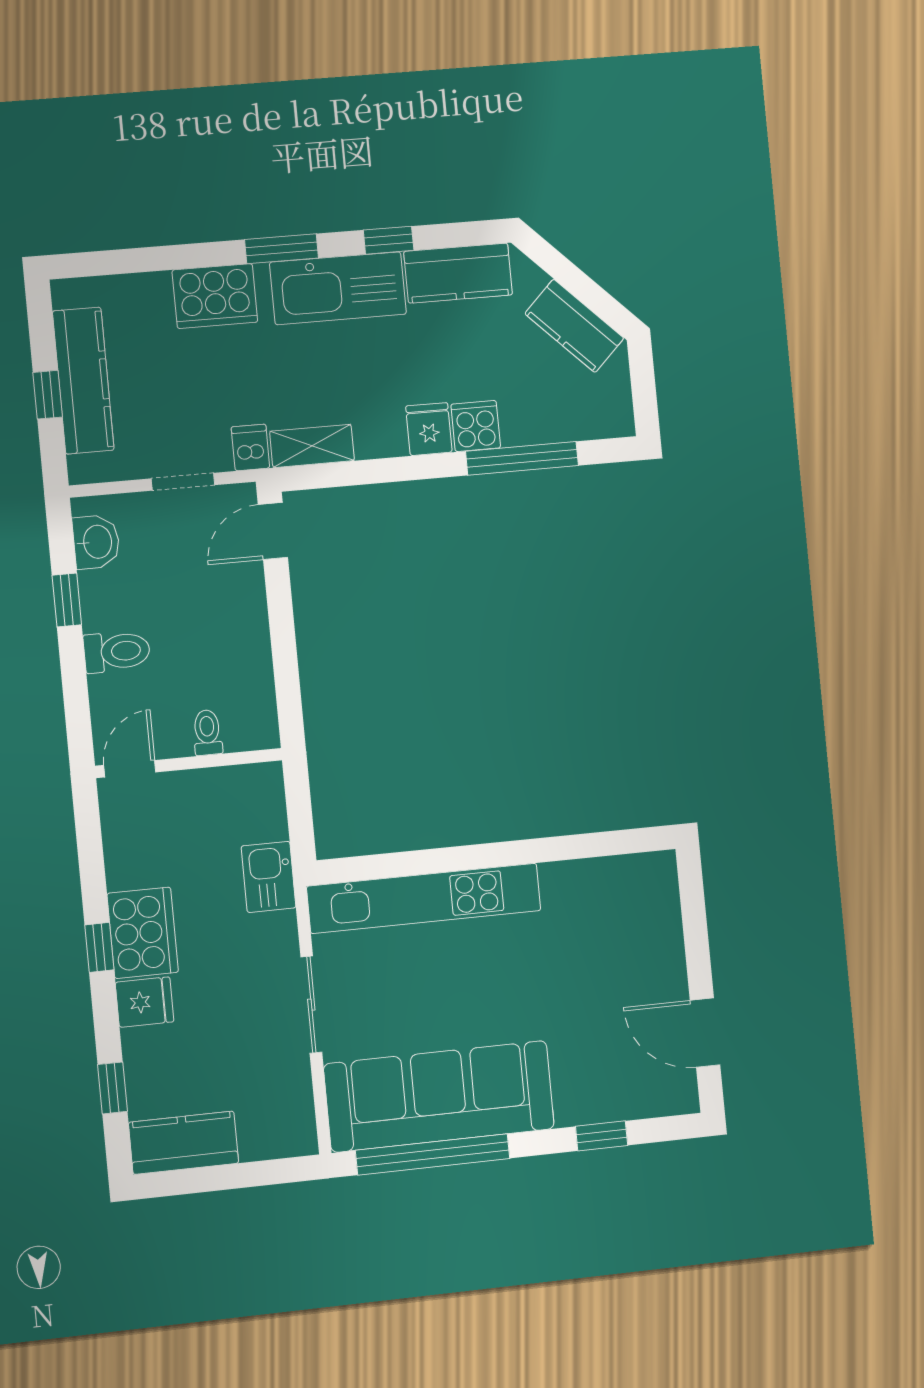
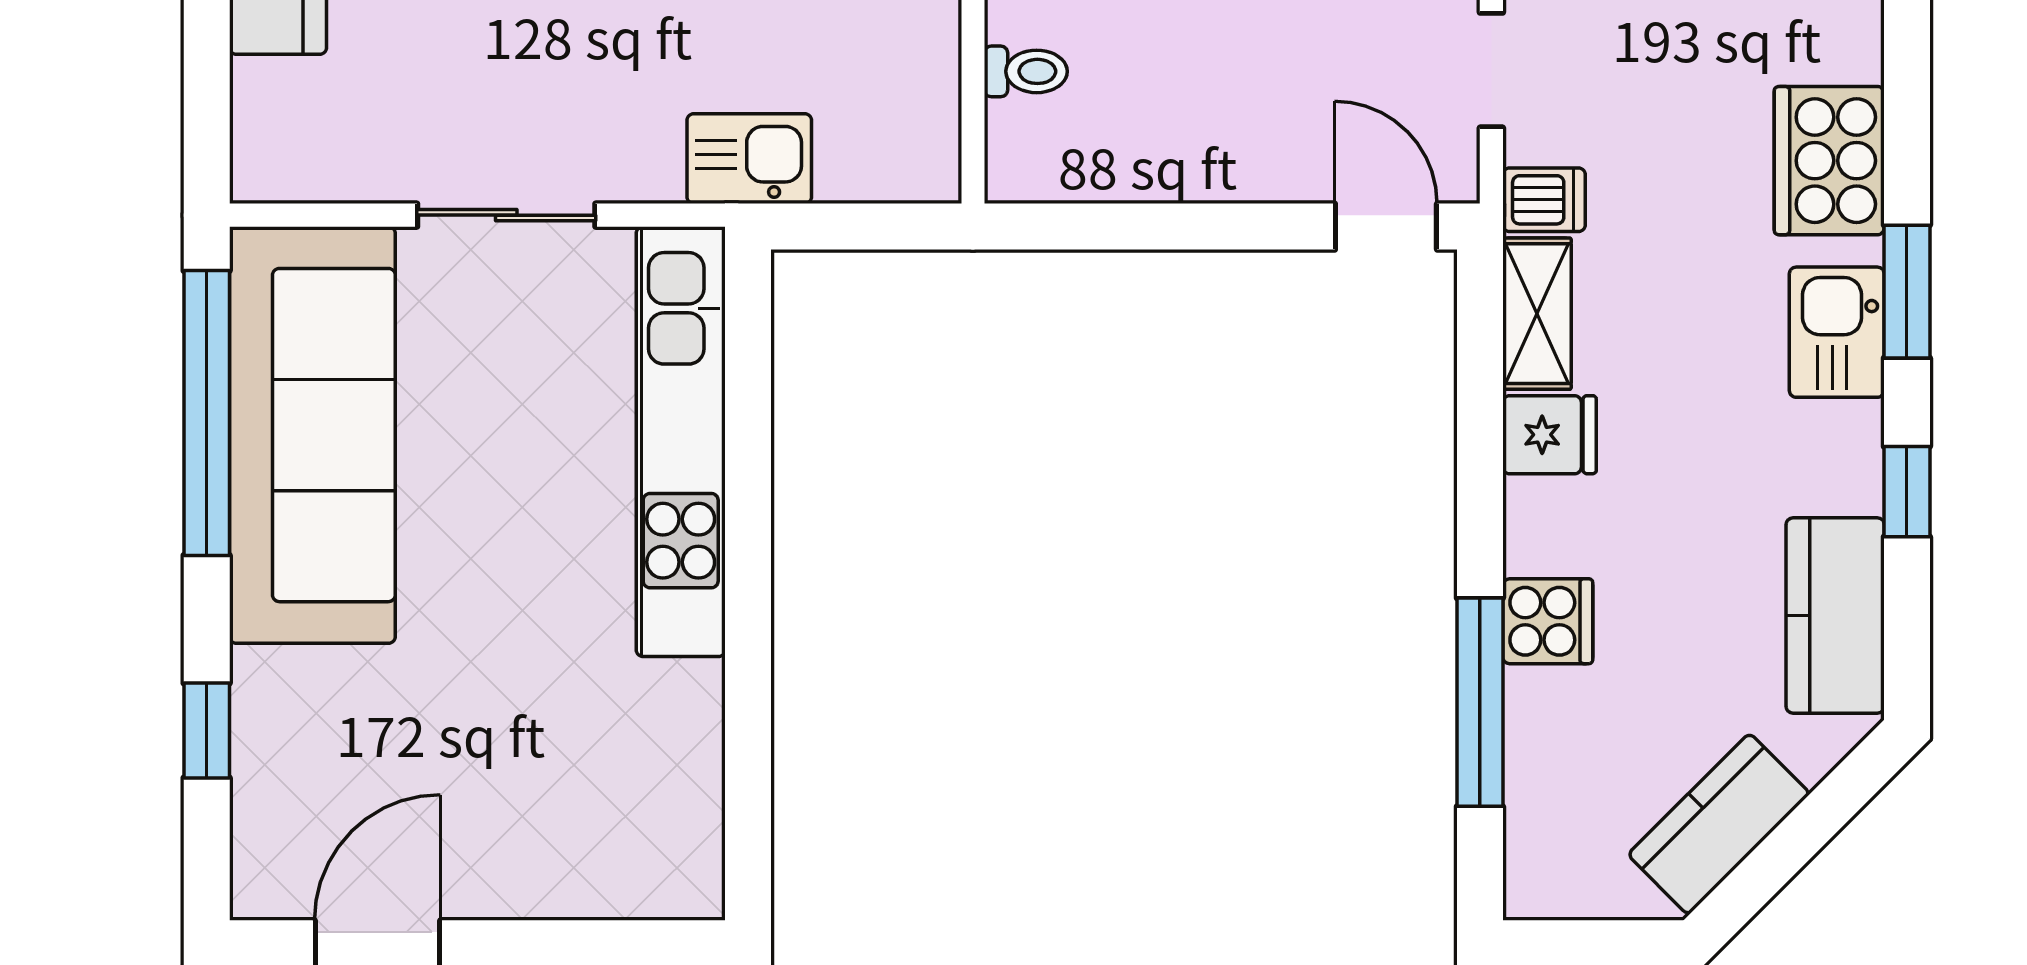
kitchen sink: (338, 288) -> (1837, 332), width x0.53, depth x0.81
fridge: (429, 429) -> (1550, 435), moved

